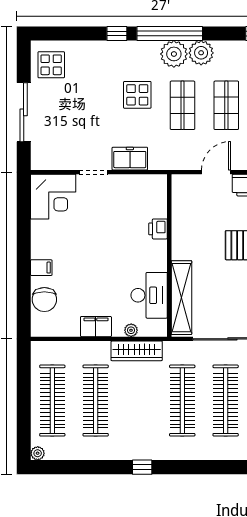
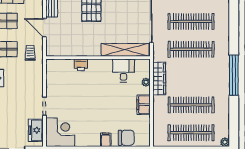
trolley: (176, 150) -> (30, 53), added
freezer: (130, 159) -> (36, 130), moved
desk: (149, 295) -> (123, 71), width x0.73
window: (142, 467) -> (234, 75), width x3.17

